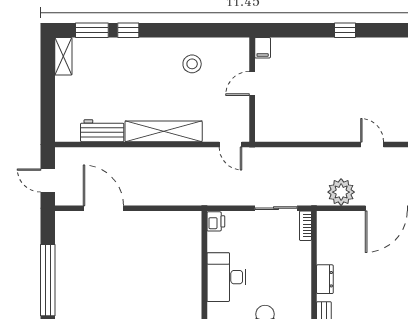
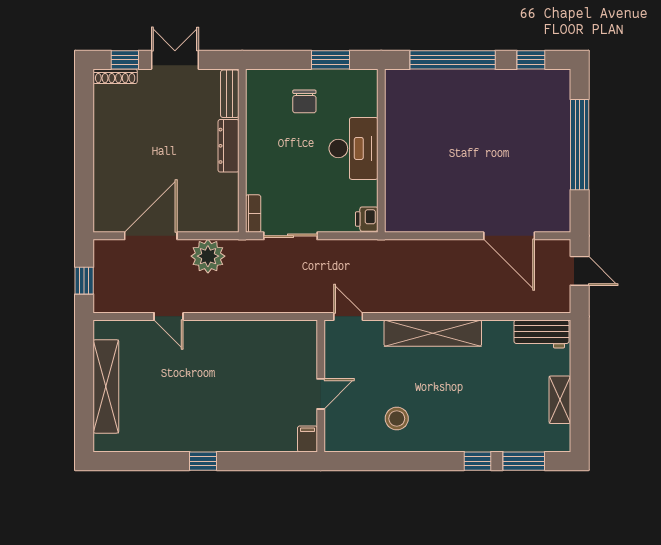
shelving: (63, 56) -> (560, 400), moved
workbench: (102, 131) -> (542, 334), moved
dresser: (325, 279) -> (229, 146), width x1.44

